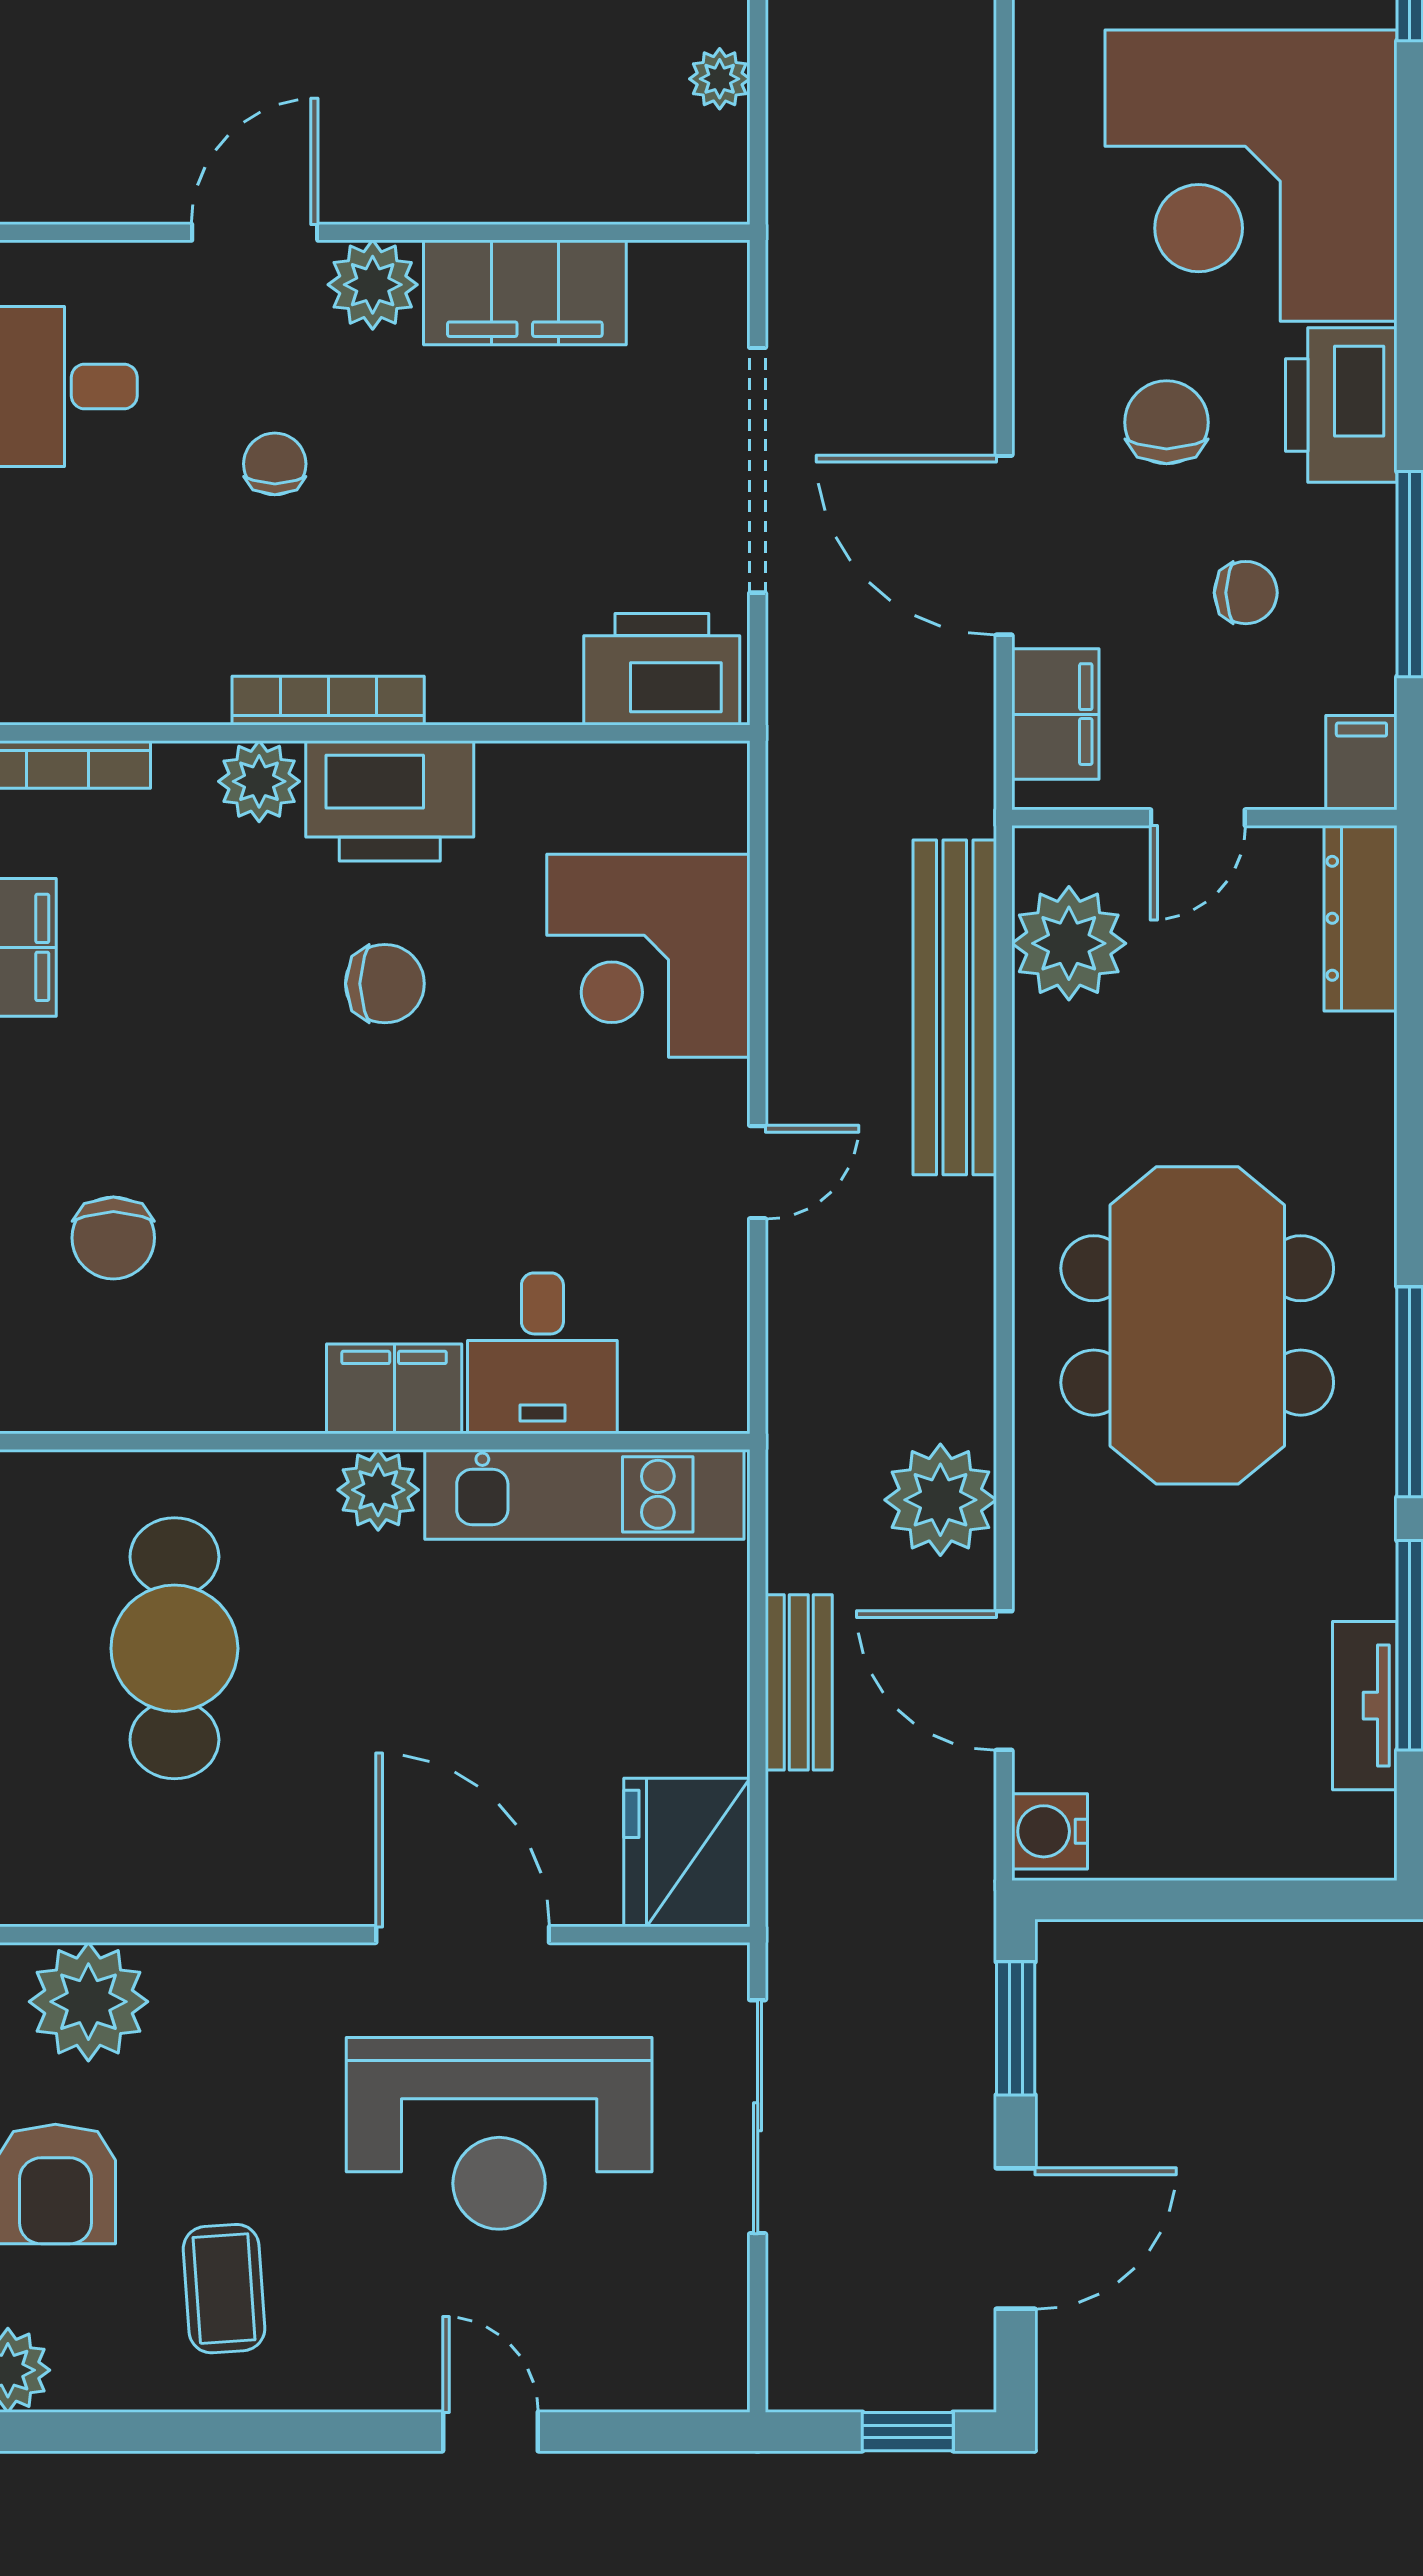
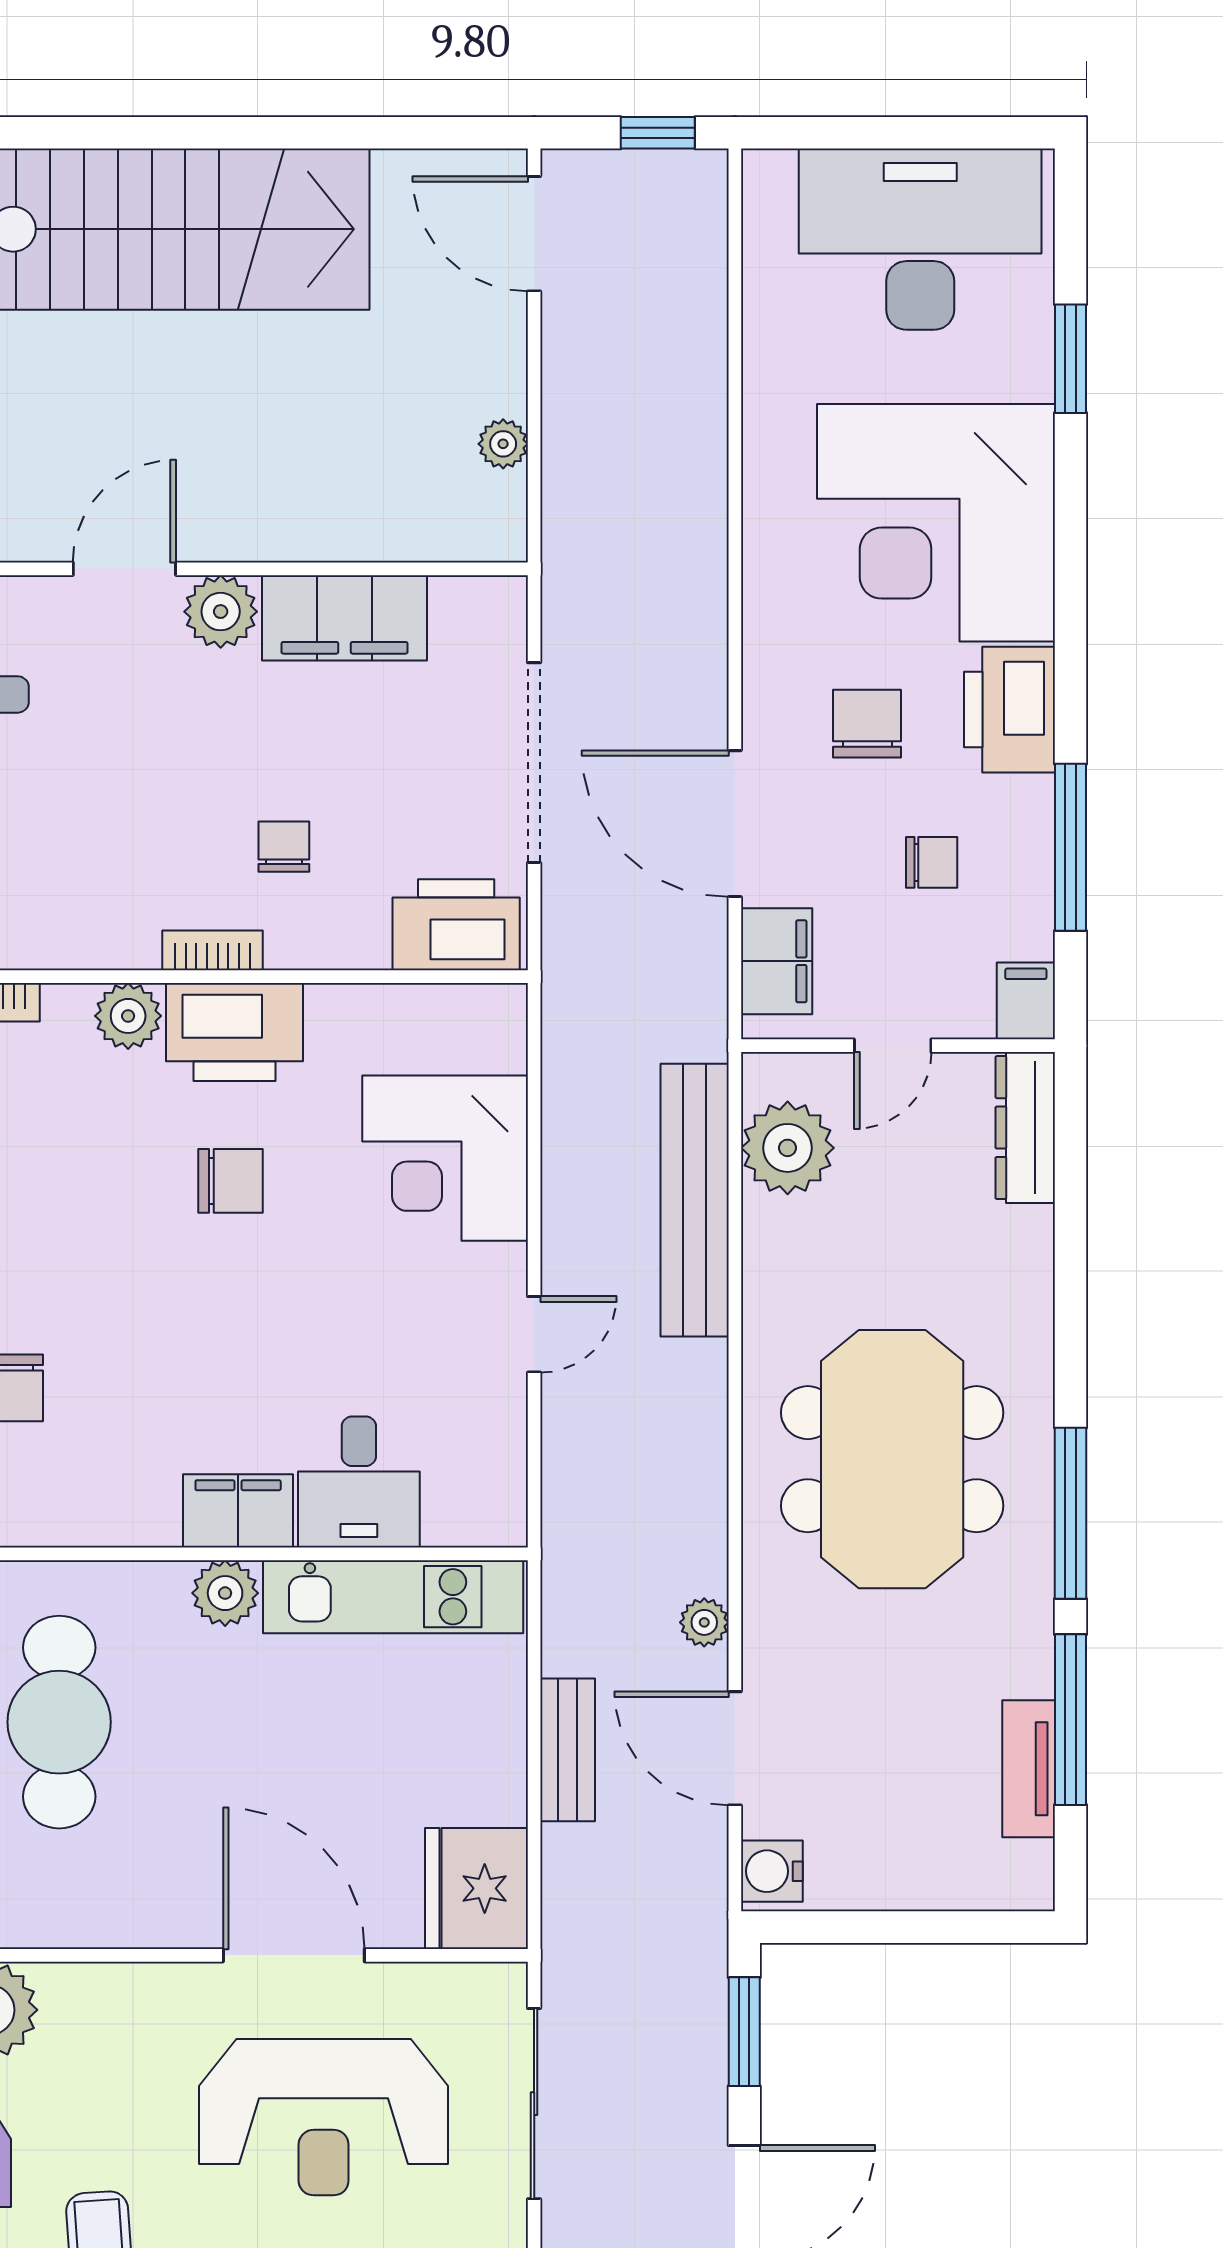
chair: (275, 464) -> (284, 847), moved
bookcase: (328, 701) -> (212, 950), width x0.64
plant: (940, 1500) -> (704, 1622), width x0.53, depth x0.53

